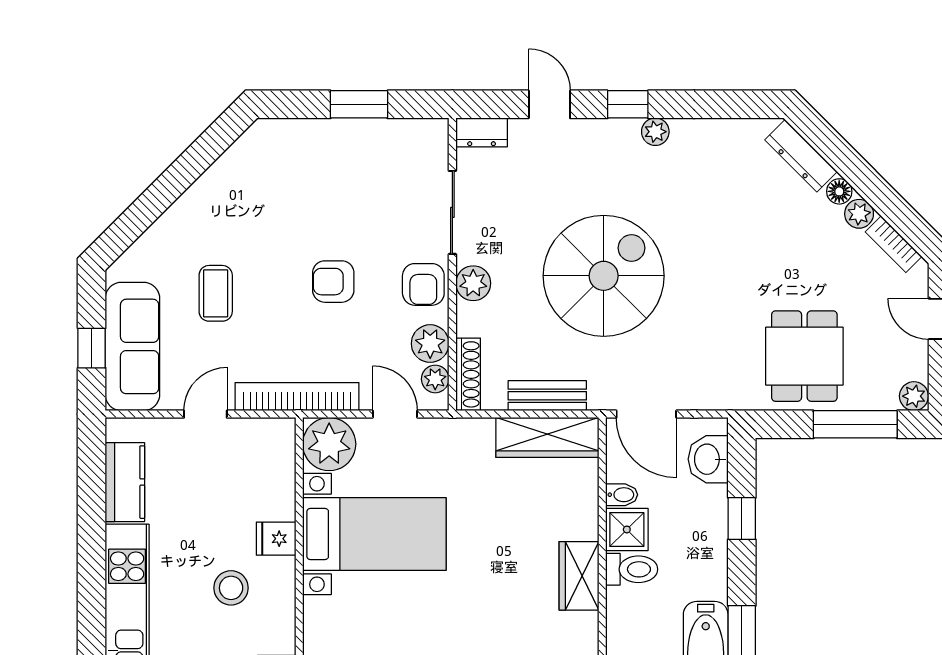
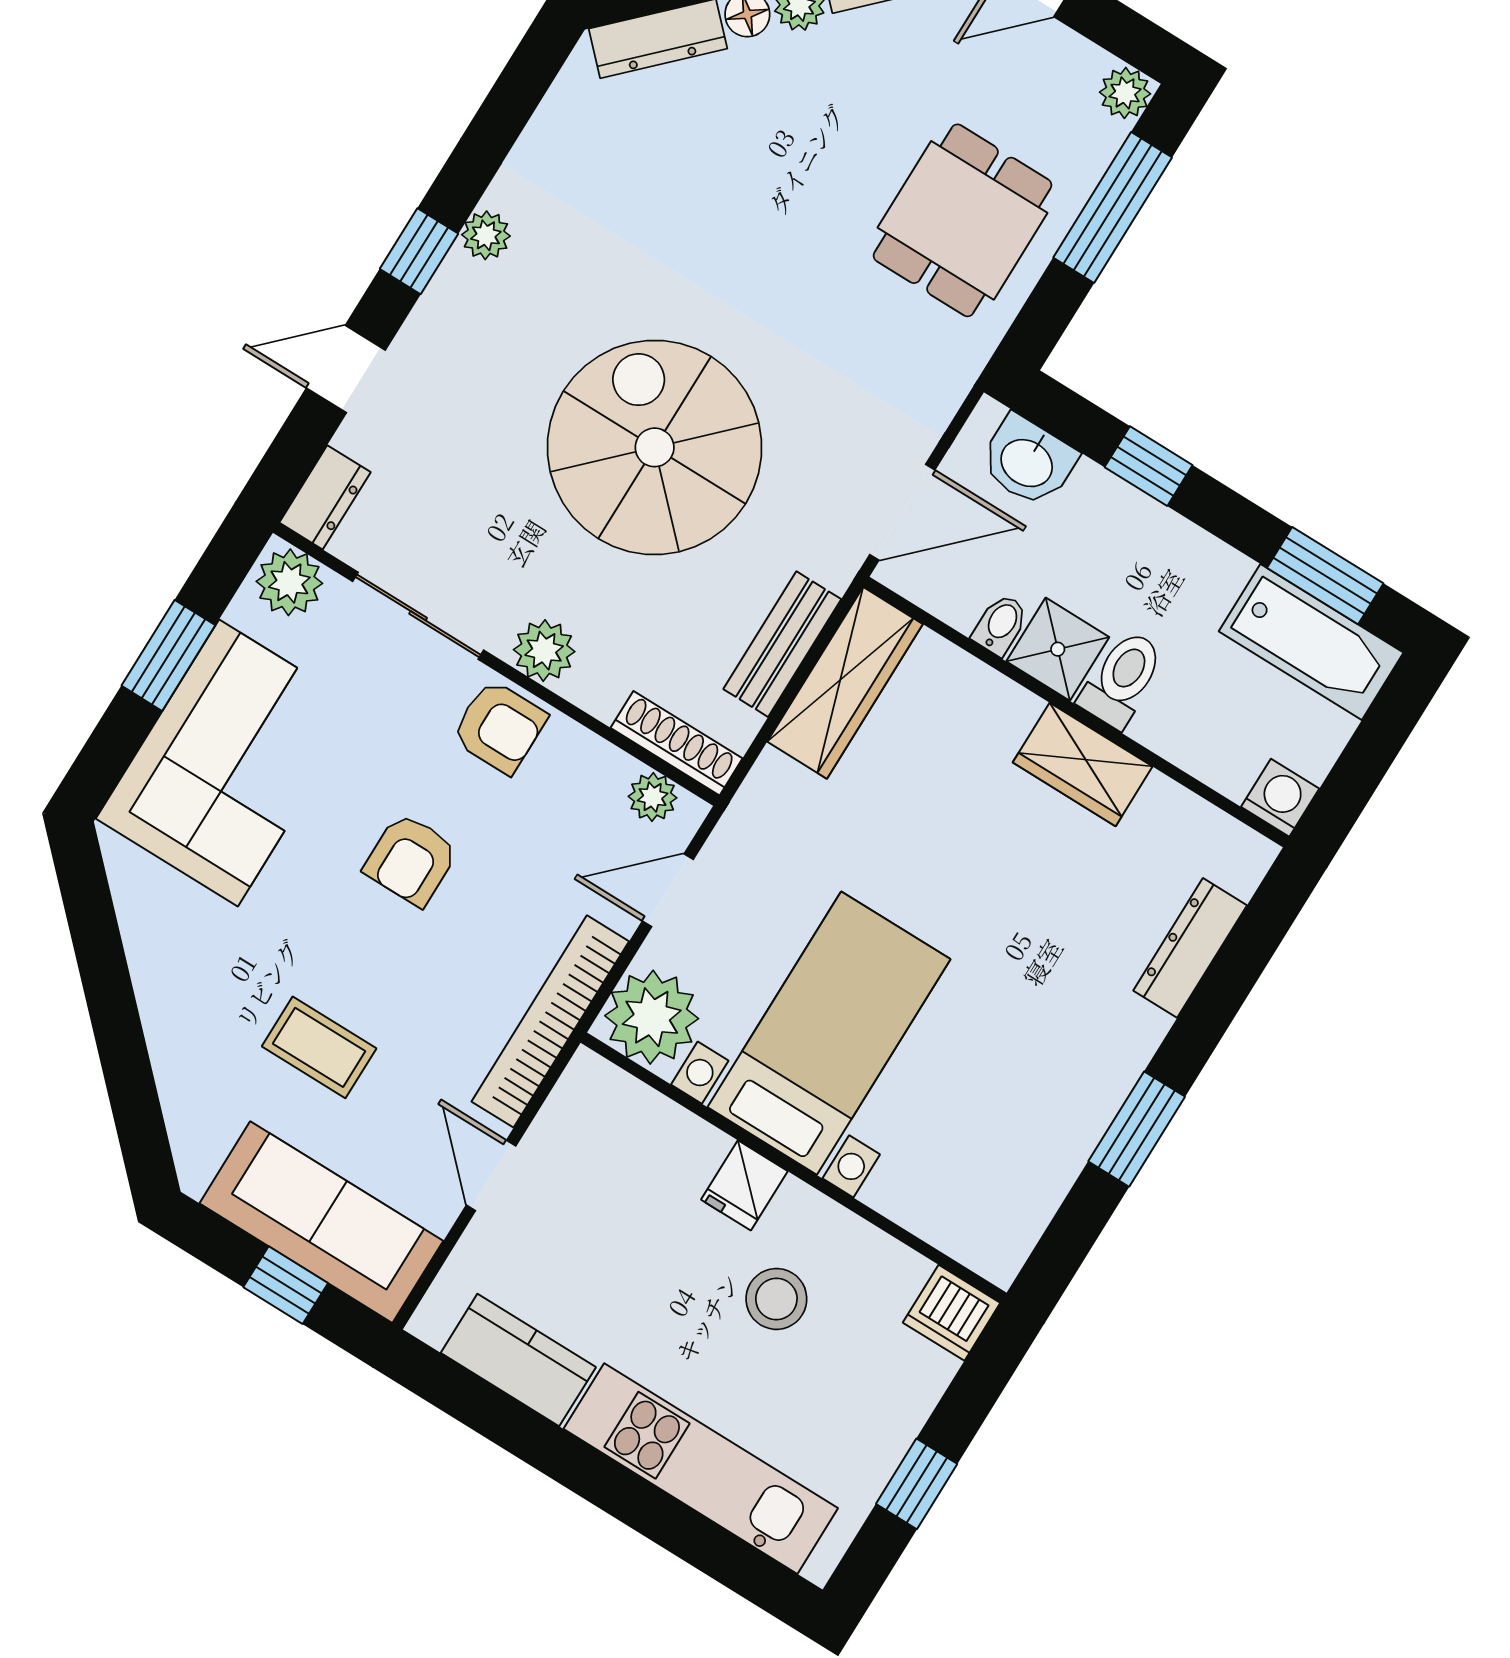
corner sofa: (325, 165) -> (228, 763), added
plant: (430, 344) -> (289, 582), moved
dining table: (804, 356) -> (963, 220), turned 90

